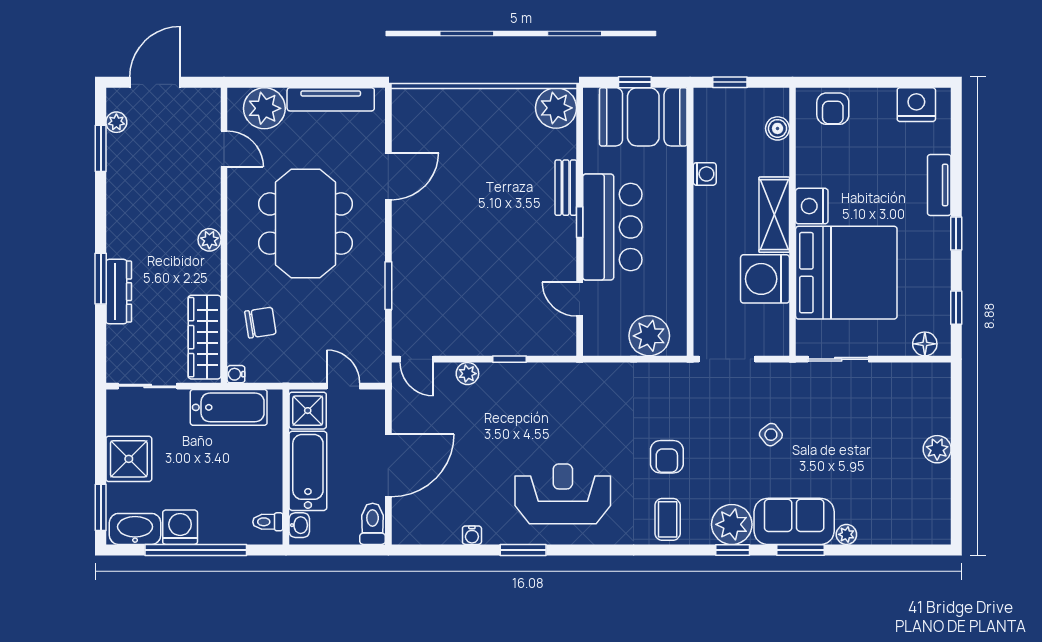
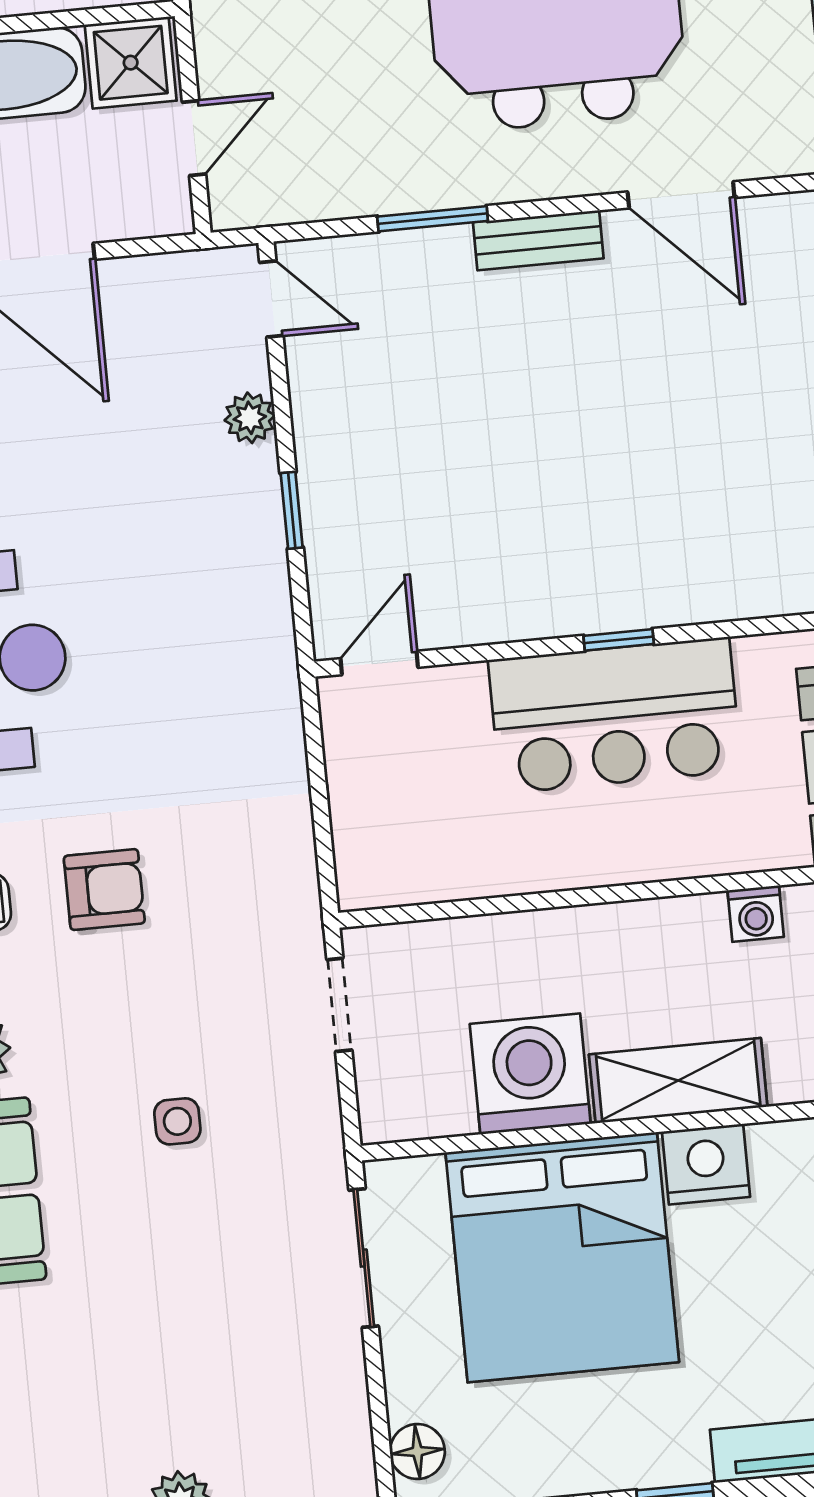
bench: (566, 188) -> (538, 240), moved
door: (580, 299) -> (379, 663), moved
plant: (649, 336) -> (376, 823), removed
door: (417, 359) -> (271, 299), swing flipped
doorway: (727, 359) -> (339, 1005), width x0.73
side table: (771, 435) -> (177, 1121), turned 38
armchair: (667, 457) -> (104, 890), turned 180

